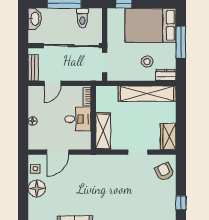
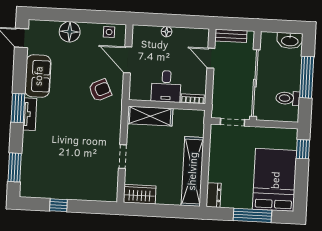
stool: (147, 62) -> (231, 174), removed
armchair: (164, 172) -> (100, 90), moved
floor lamp: (37, 189) -> (70, 32), moved

